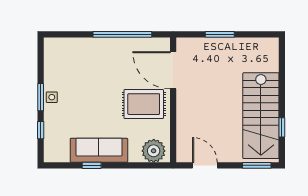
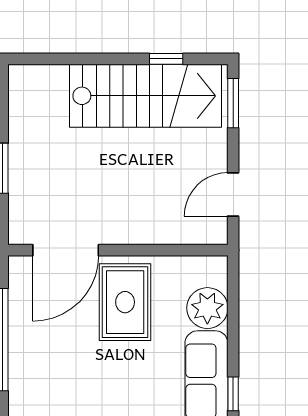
plant: (154, 151) -> (207, 308), moved

